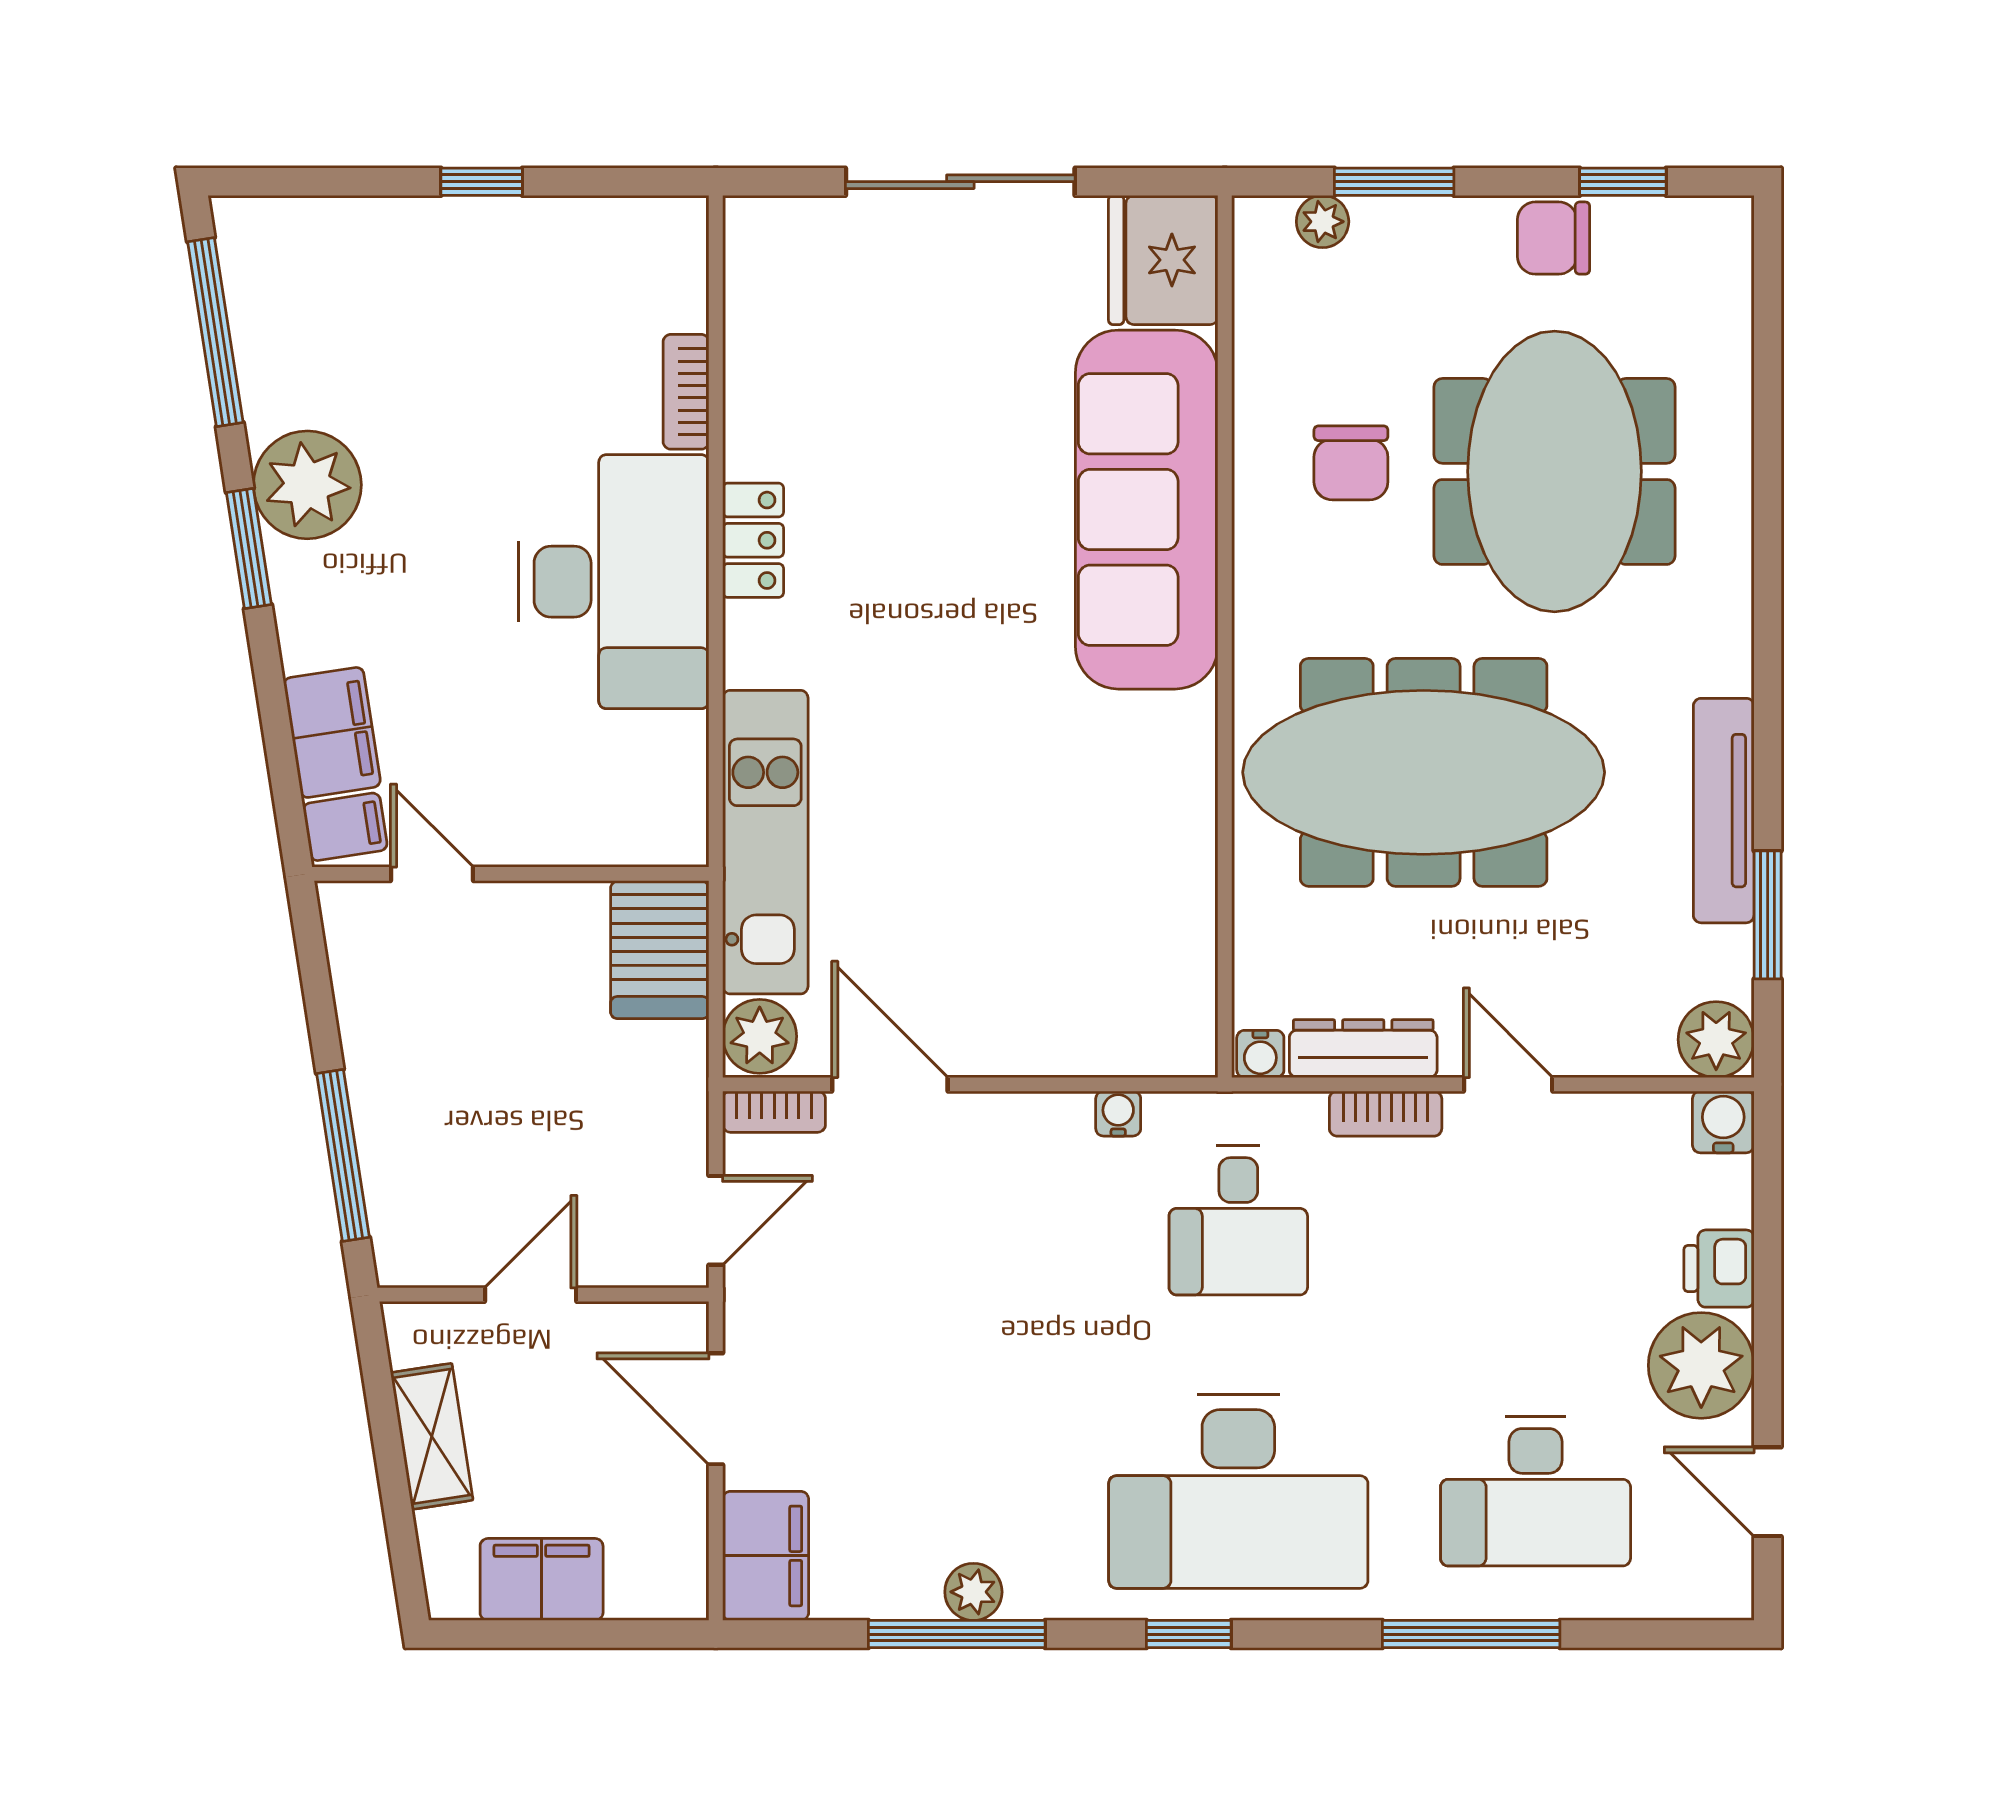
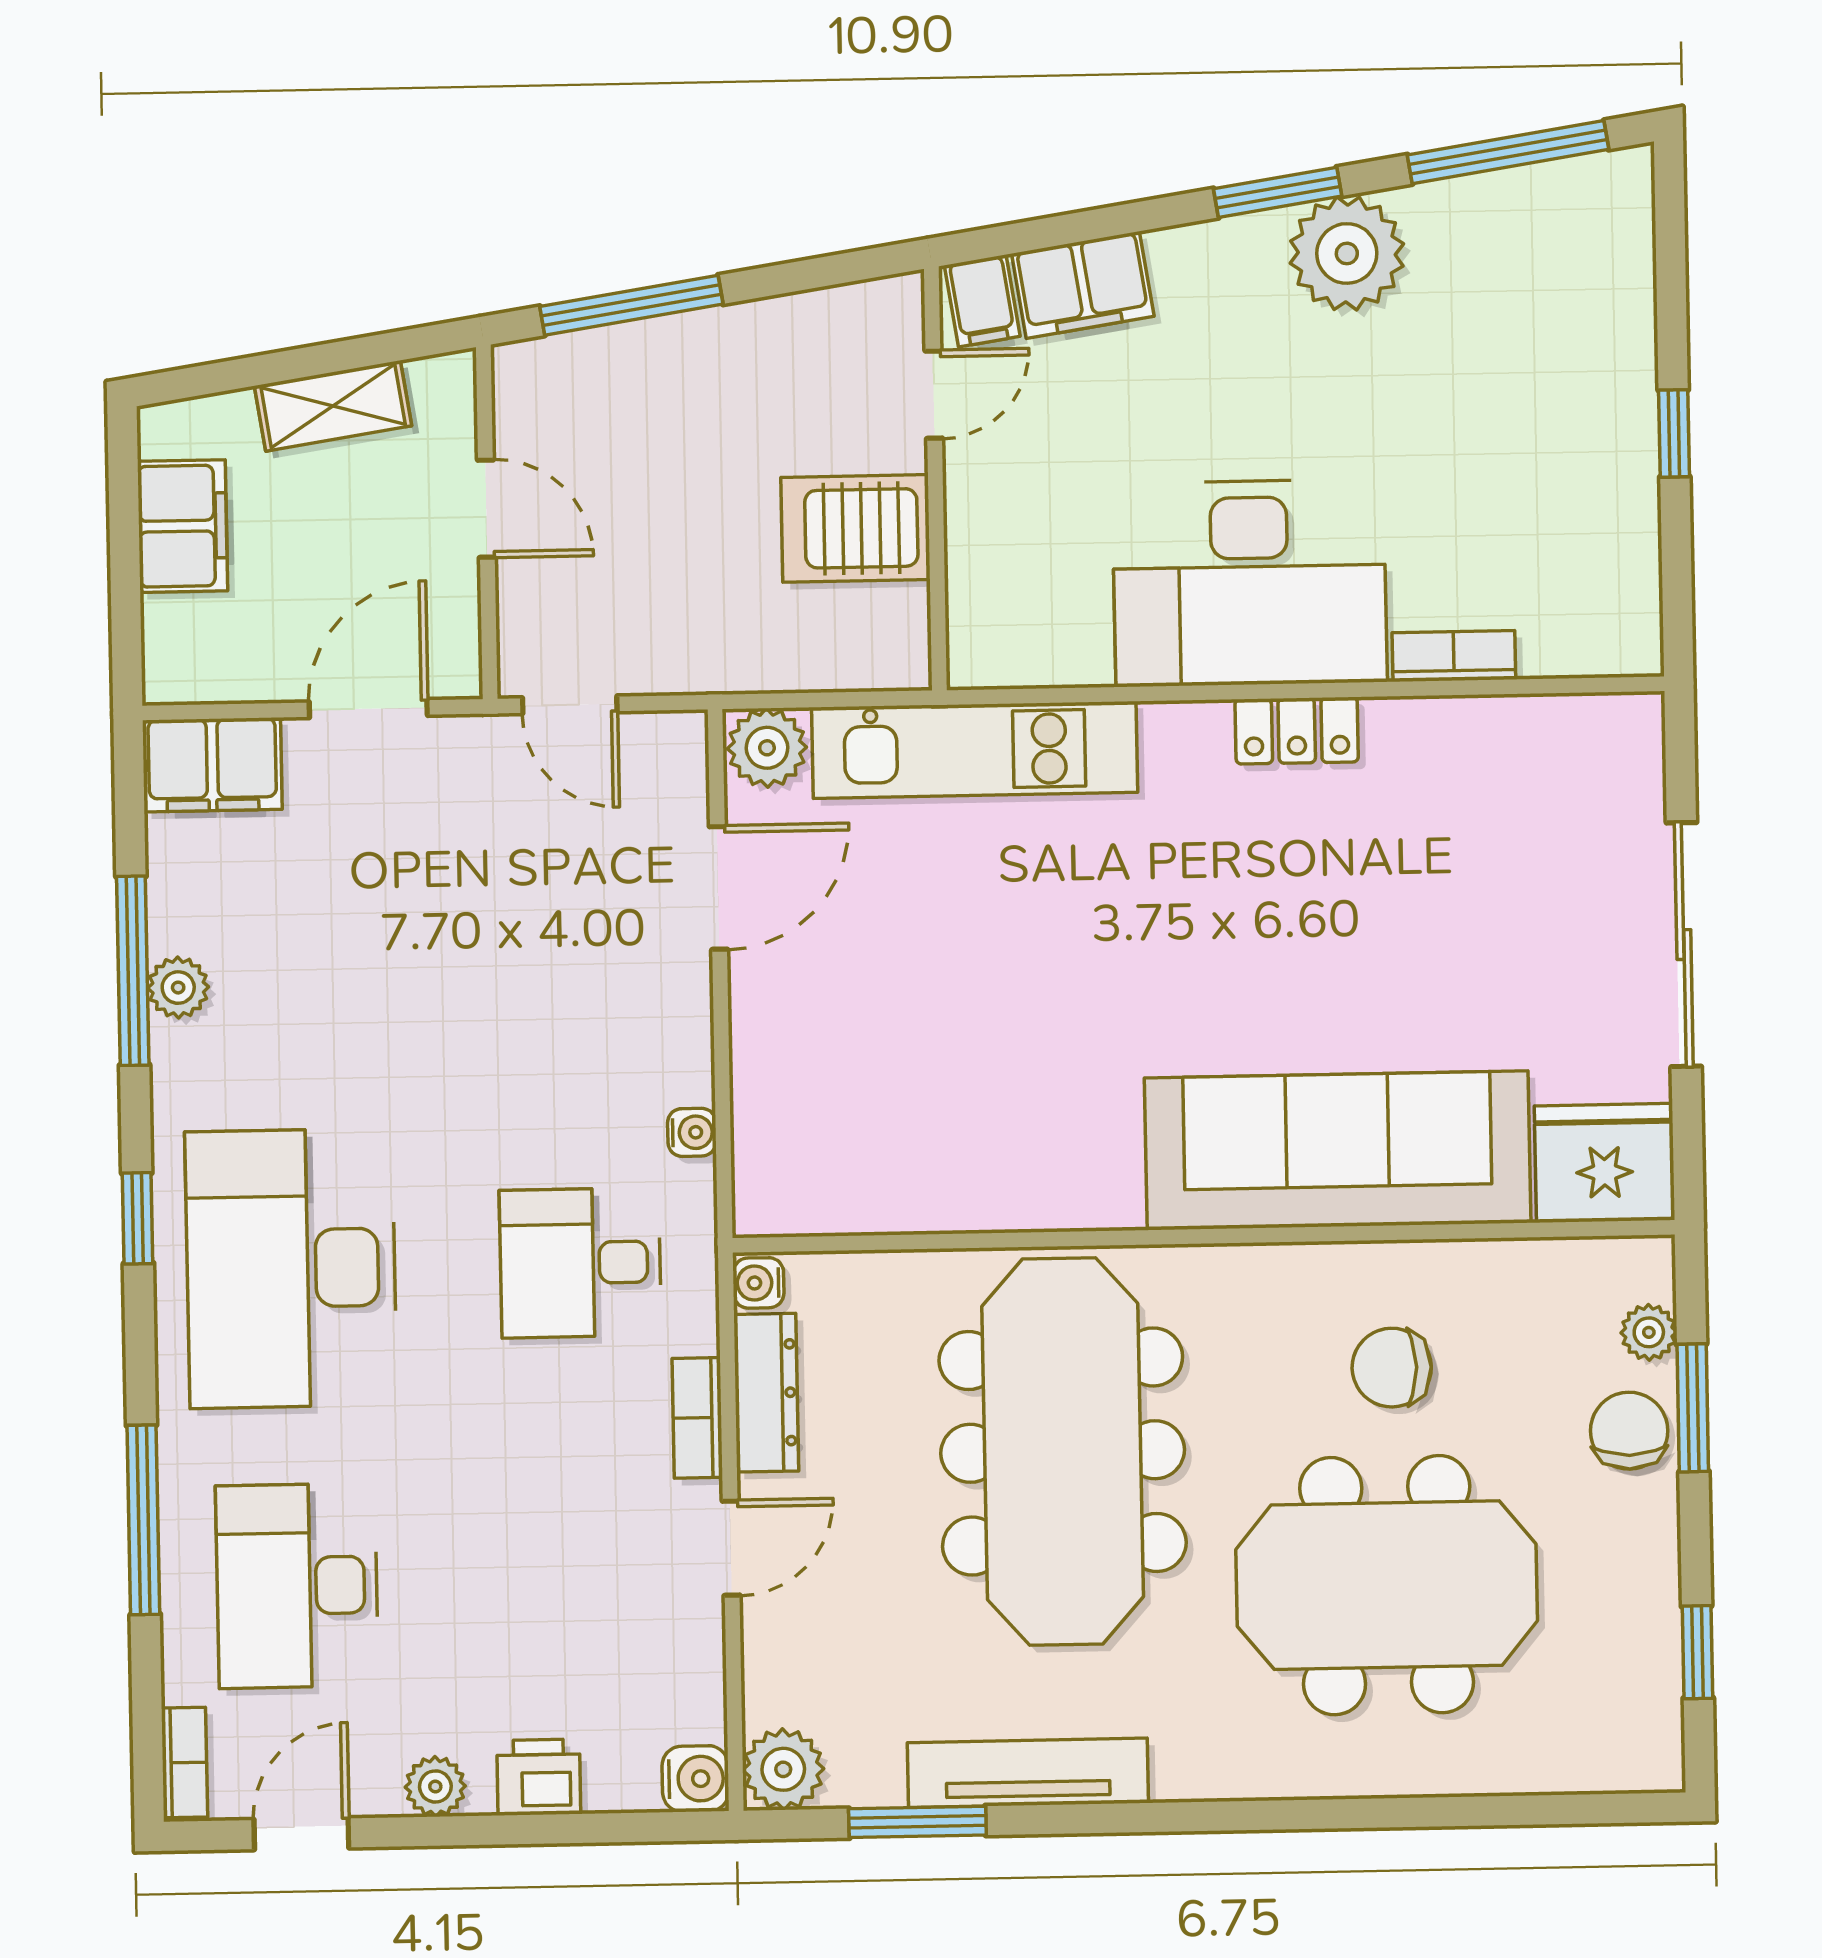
chair: (1554, 238) -> (1629, 1431), moved
server rack: (660, 950) -> (855, 528), moved
bookcase: (774, 1112) -> (184, 1762), moved, turned 180
plant: (1701, 1365) -> (435, 1786), width x0.53, depth x0.53

